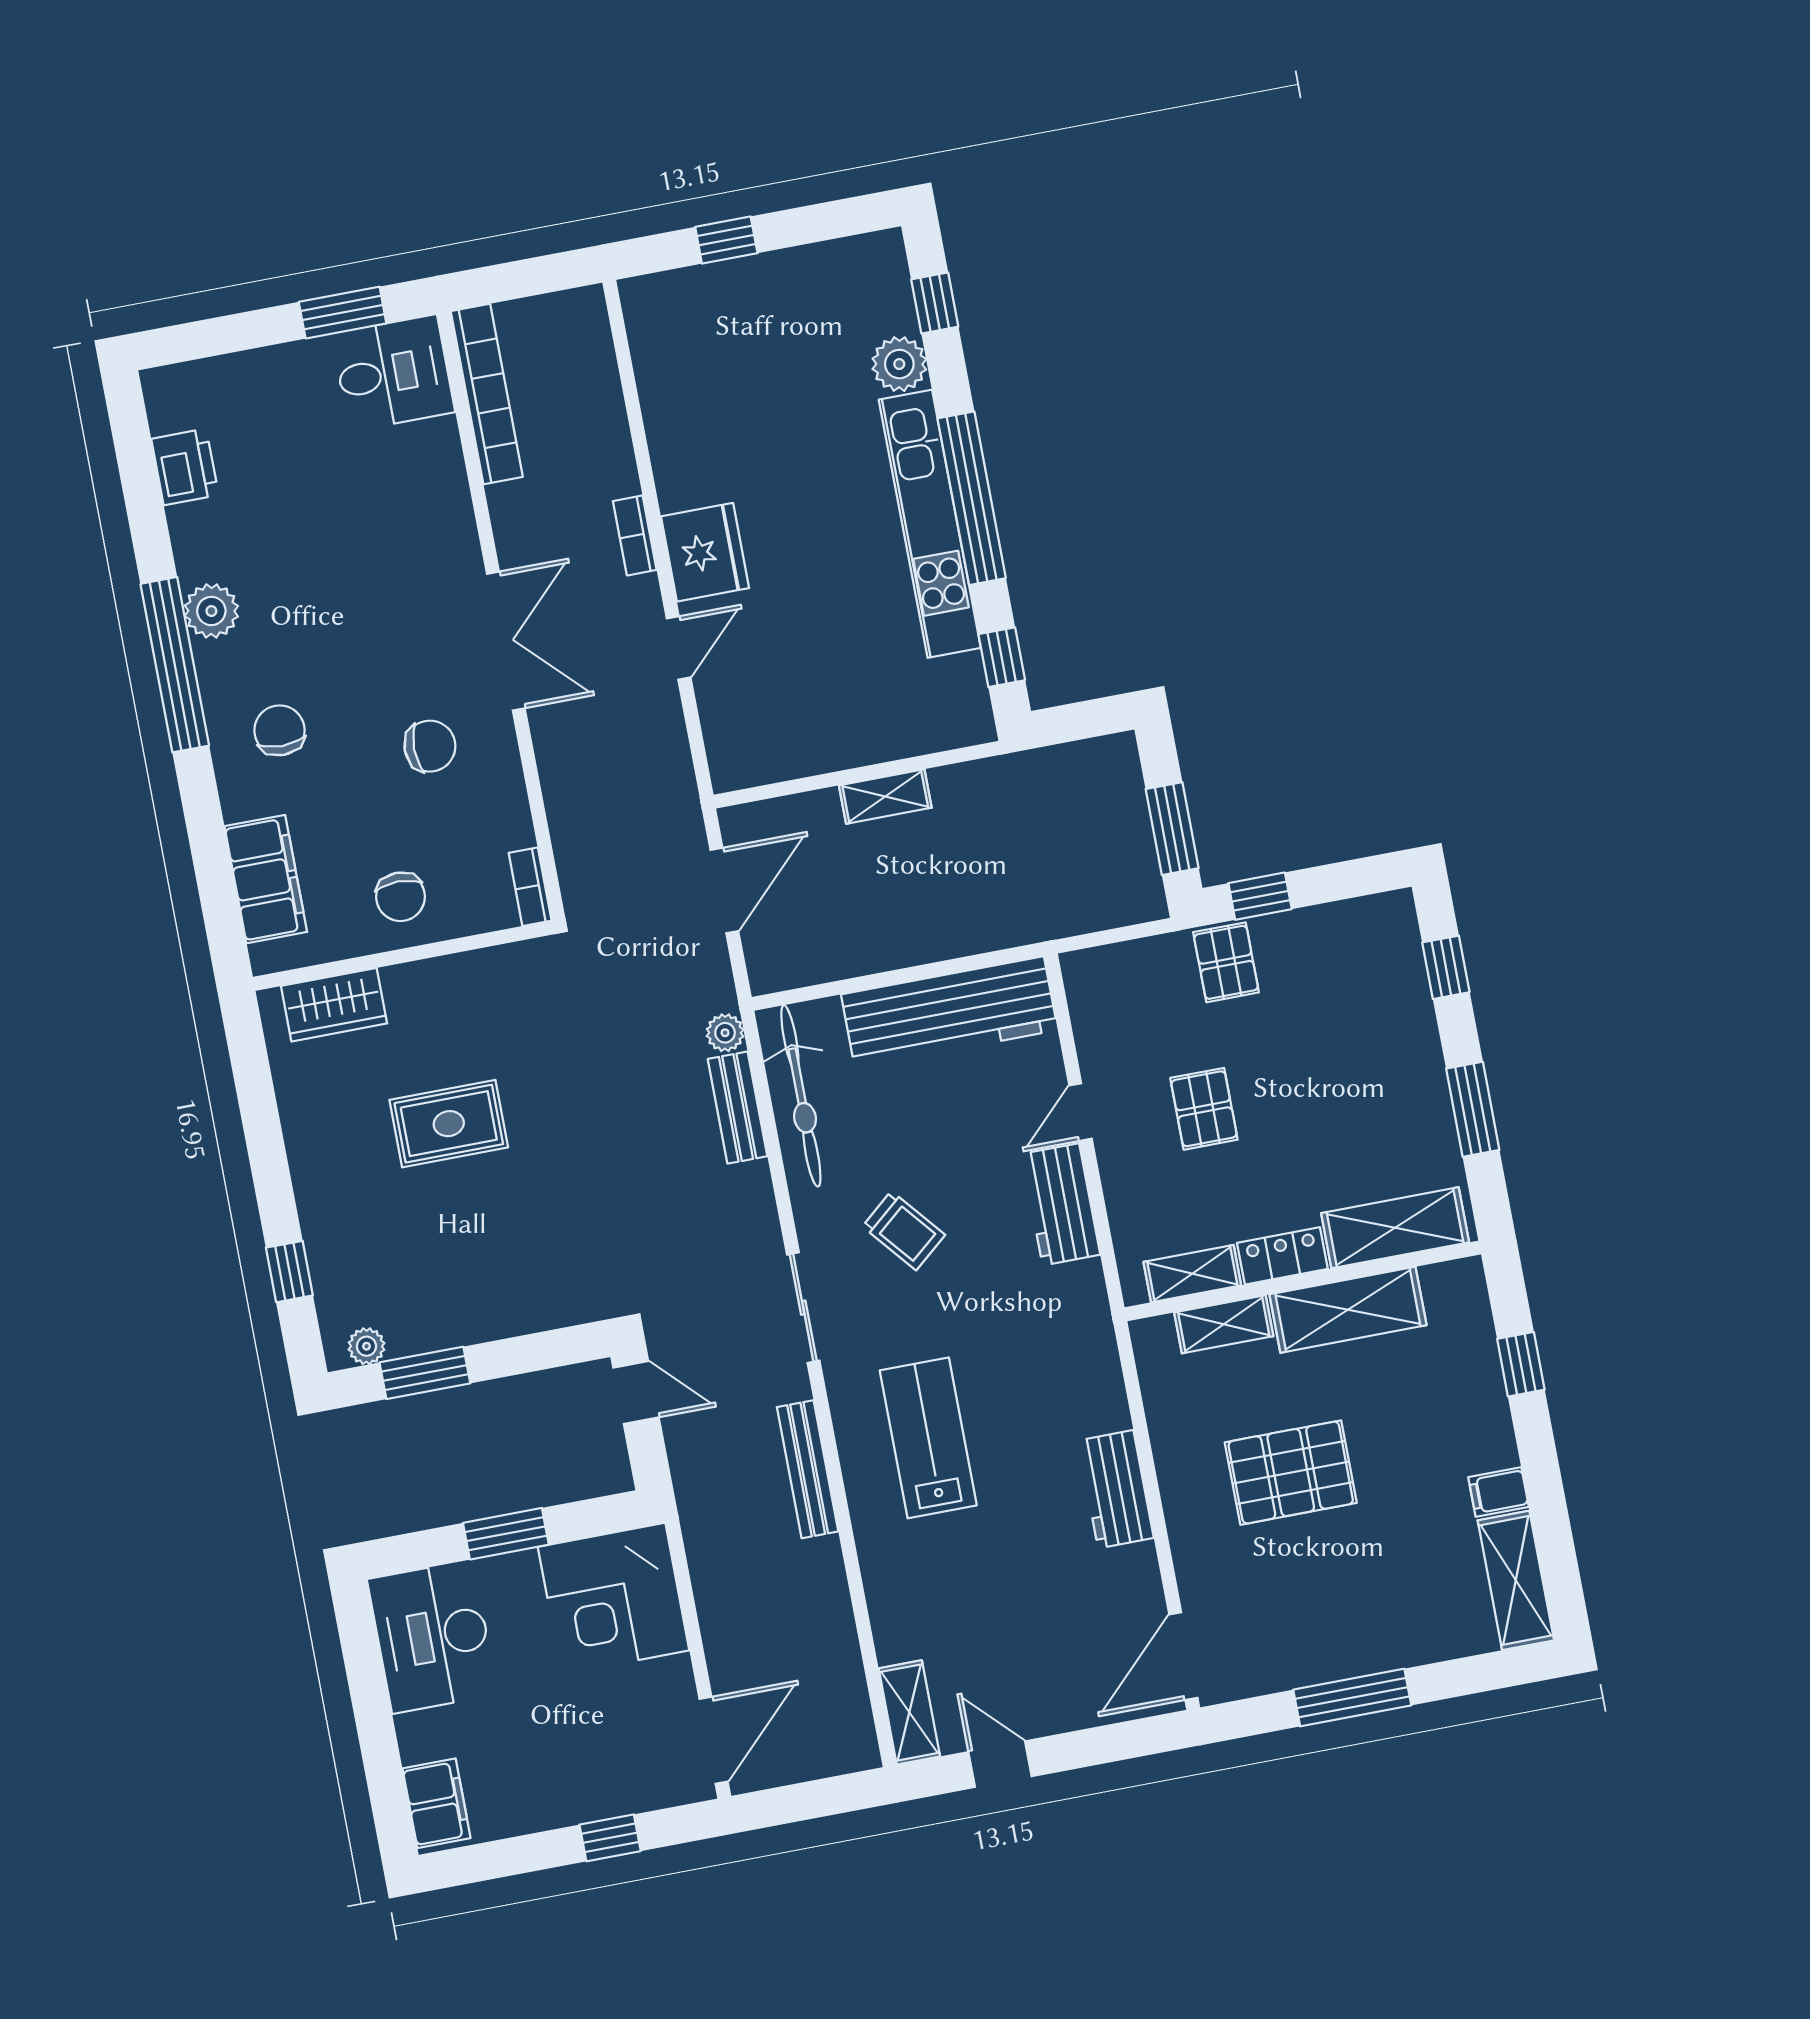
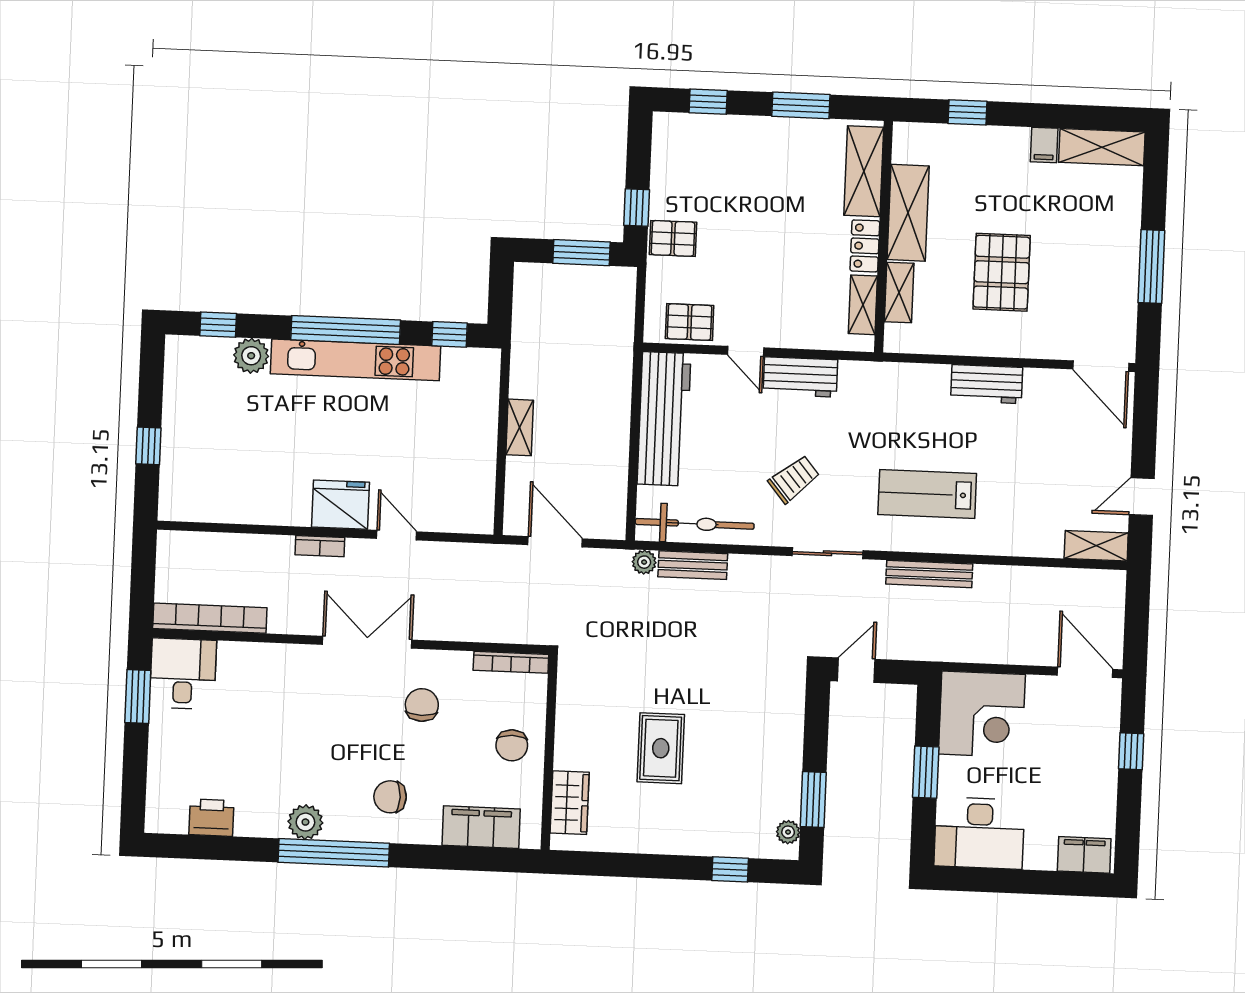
bookcase: (530, 887) -> (511, 662), width x1.56
chair: (400, 897) -> (512, 745), turned 90
pallet: (1204, 1109) -> (690, 322), moved

